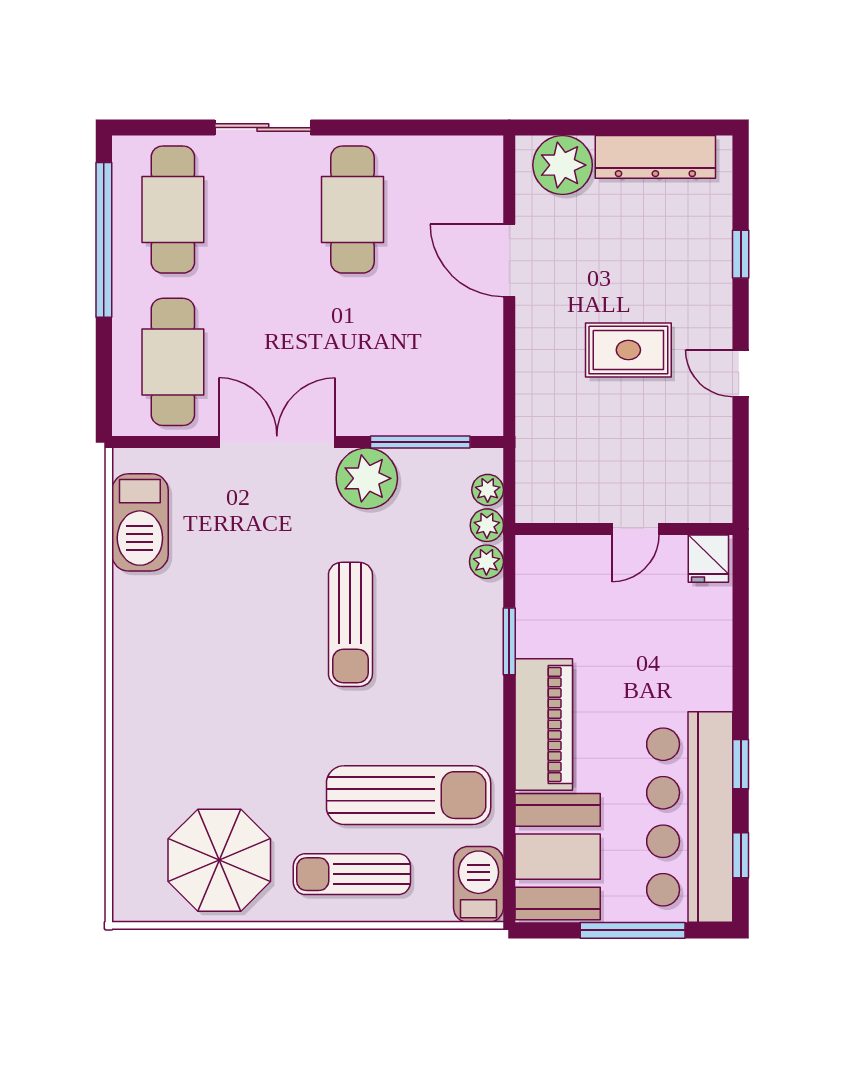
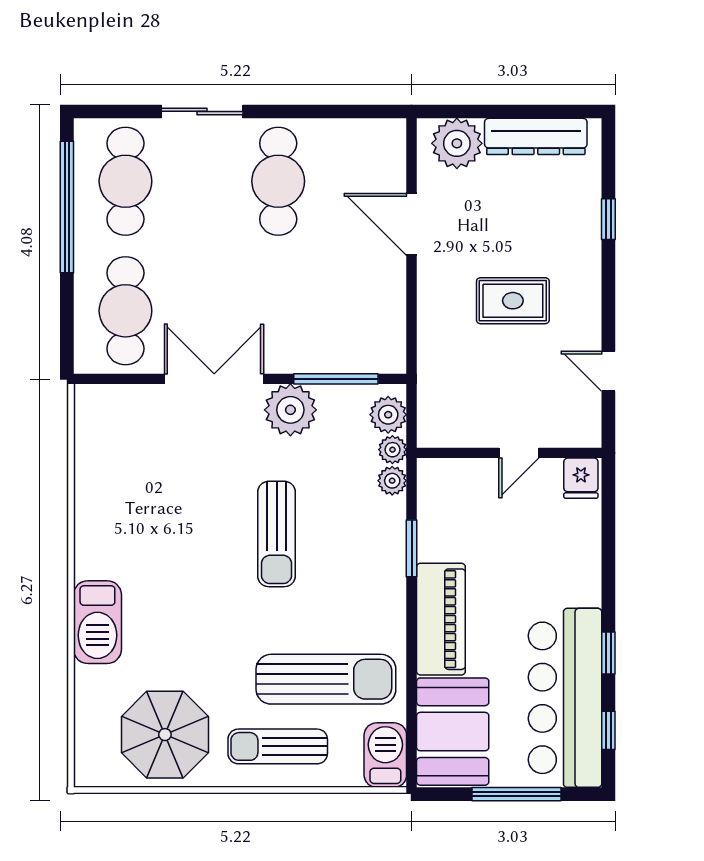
door: (741, 373) -> (608, 371), moved
plant: (488, 490) -> (388, 415), width x1.38, depth x1.38
barbecue: (140, 522) -> (97, 622), moved

